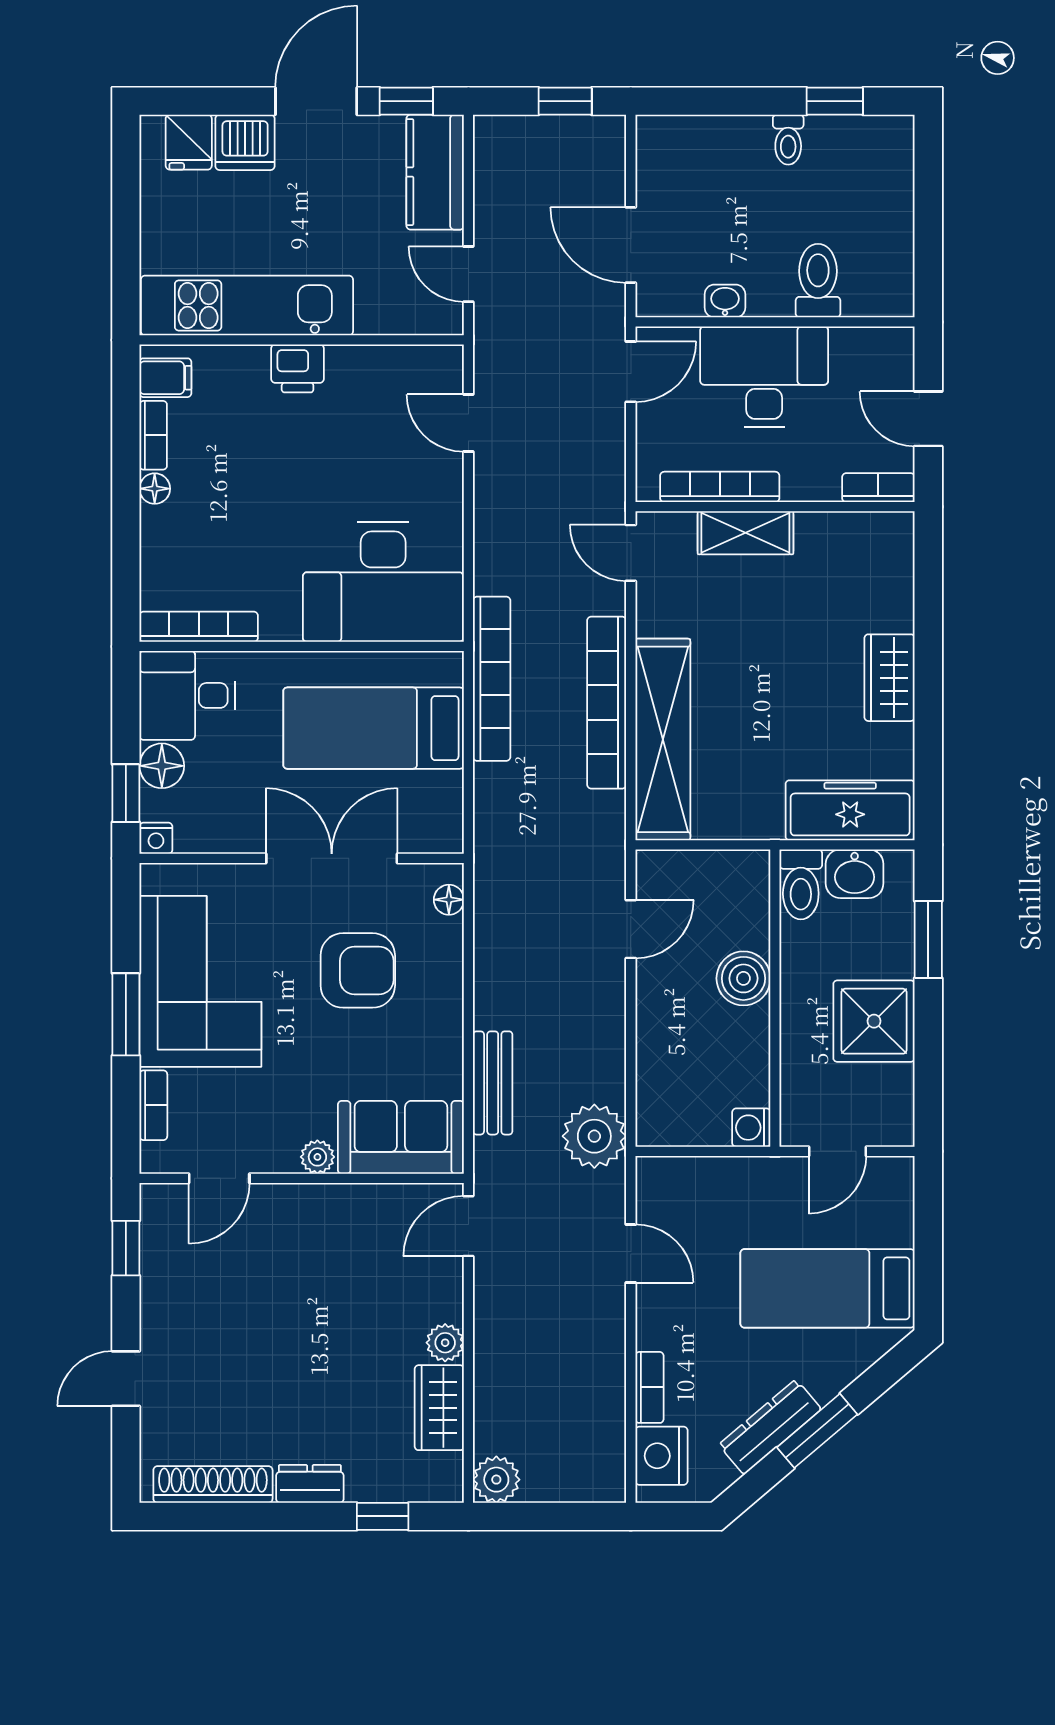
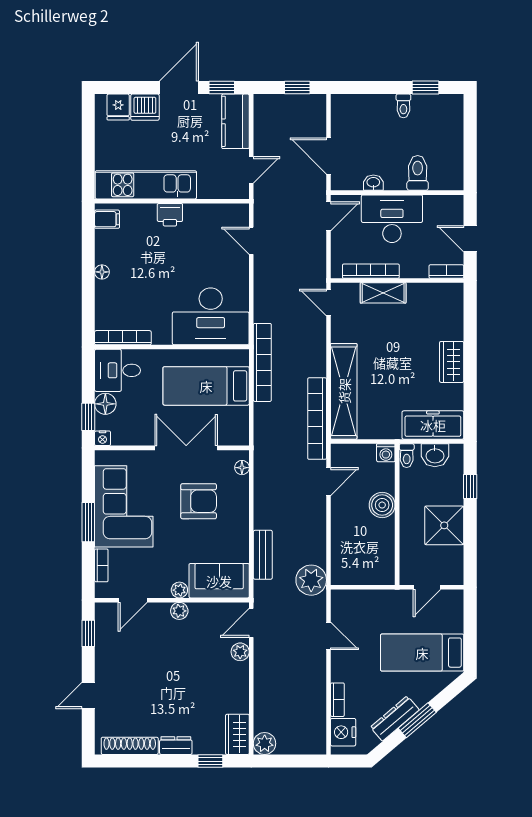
door: (468, 274) -> (251, 170), swing flipped
bookcase: (153, 435) -> (101, 247), removed
bookcase: (607, 703) -> (317, 419), moved
toilet: (801, 884) -> (407, 456), width x0.73, depth x0.72
window: (928, 939) -> (470, 486), width x0.67
washing machine: (751, 1128) -> (386, 453), moved, turned -90
plant: (317, 1201) -> (179, 611), added
plant: (445, 1343) -> (240, 652), moved
wardrobe: (439, 1408) -> (237, 734), moved

